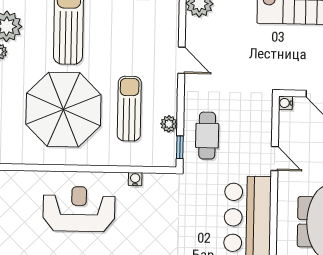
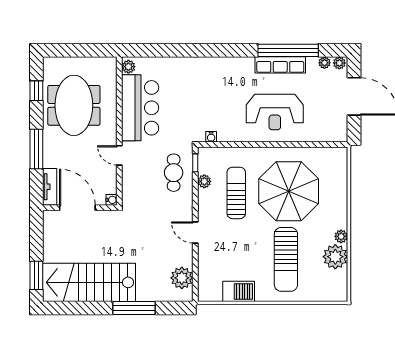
sun lounger: (129, 109) -> (236, 193), turned 180
water cooler: (135, 179) -> (211, 137), moved

